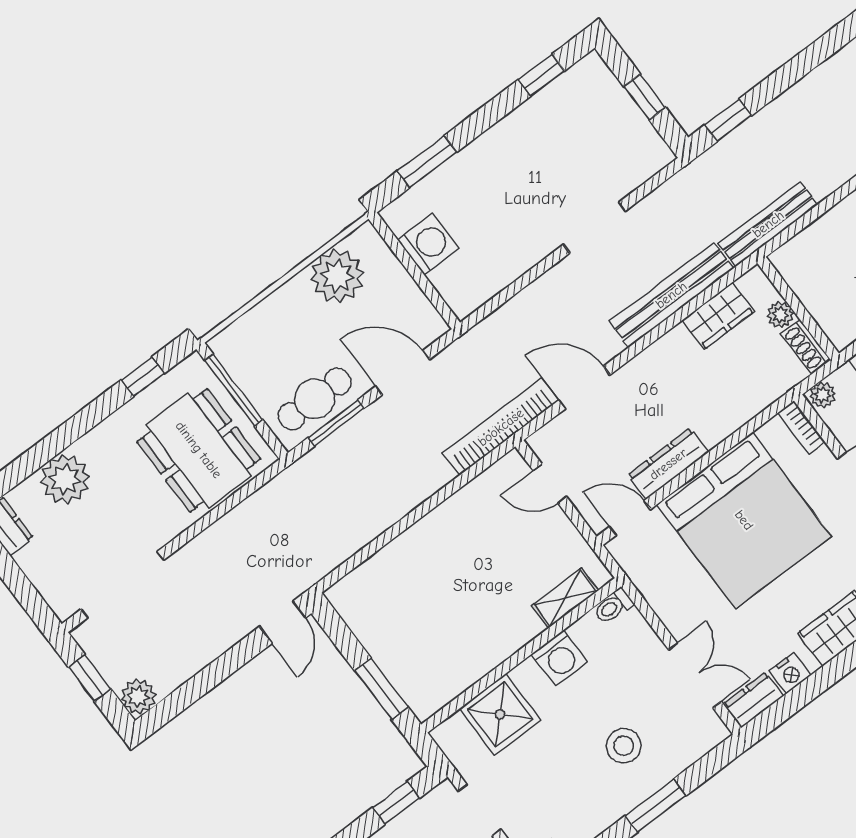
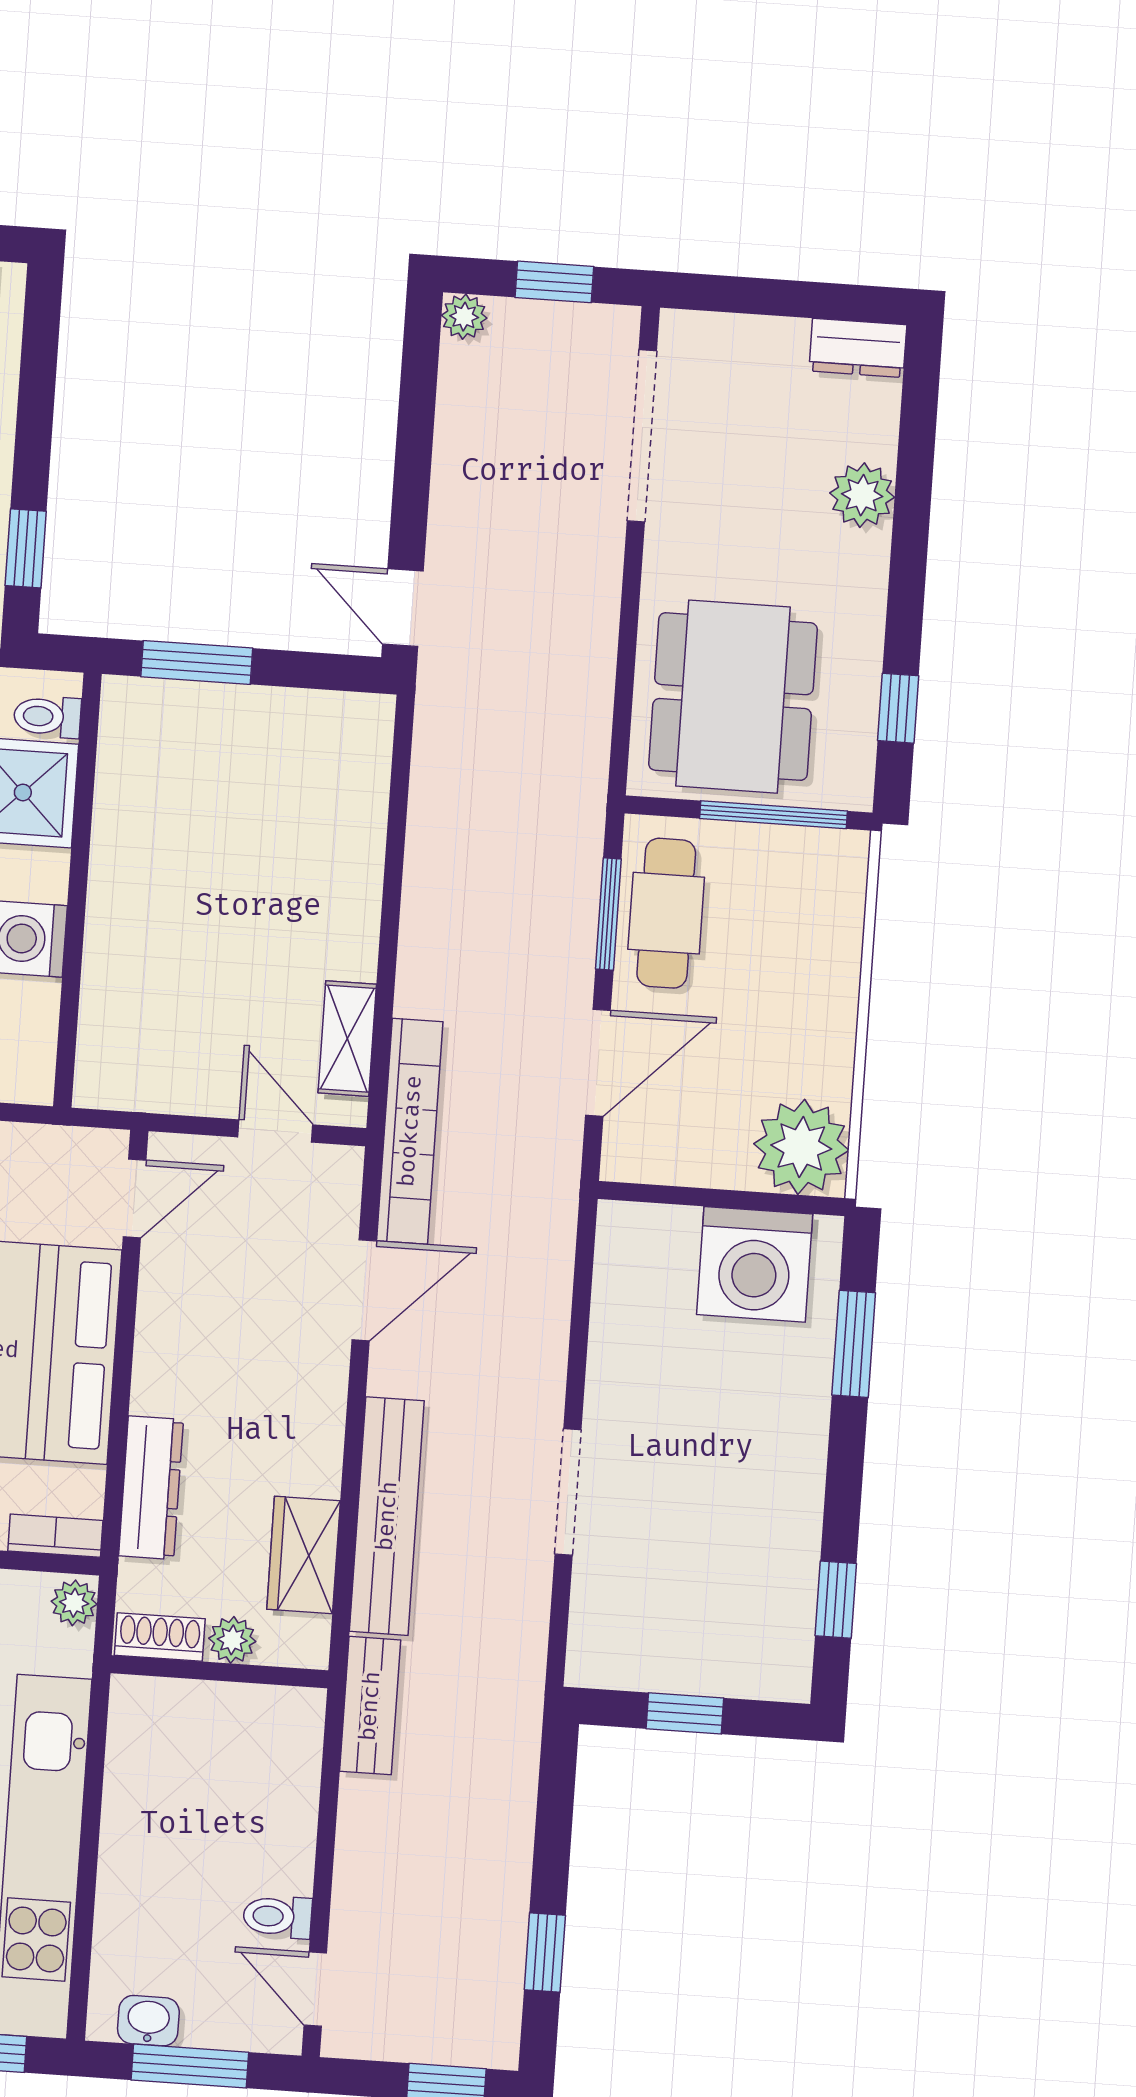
window: (728, 120) -> (545, 1952), moved
bench: (768, 224) -> (370, 1706), width x0.73
washing machine: (428, 244) -> (755, 1264), width x1.37, depth x1.37
plant: (337, 276) -> (801, 1147), moved
dining table: (199, 450) -> (733, 697), turned 90
dresser: (668, 464) -> (151, 1488), moved
plant: (65, 479) -> (862, 495), width x0.73, depth x0.73
door: (550, 484) -> (275, 1131), hinge flipped
shelving: (565, 598) -> (347, 1039), moved
toilet: (613, 606) -> (47, 717), moved, turned -90
plant: (138, 697) -> (464, 317), width x0.73, depth x0.73

